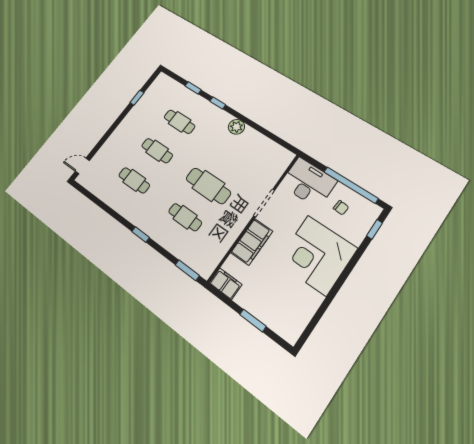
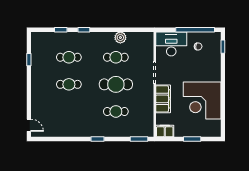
plant: (236, 127) -> (120, 38), moved
door: (82, 166) -> (29, 125), swing flipped
cafe table: (134, 180) -> (116, 57), moved
corner desk: (317, 255) -> (202, 100), moved

